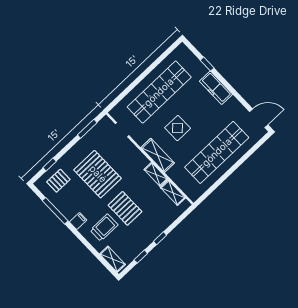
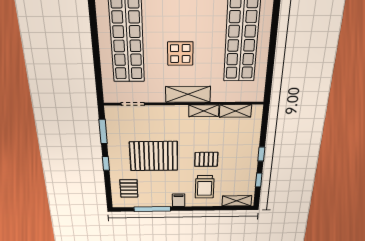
window: (50, 164) -> (106, 163), moved
pallet: (125, 208) -> (206, 159), width x0.67, depth x0.71
trolley: (104, 227) -> (205, 187), turned 180

